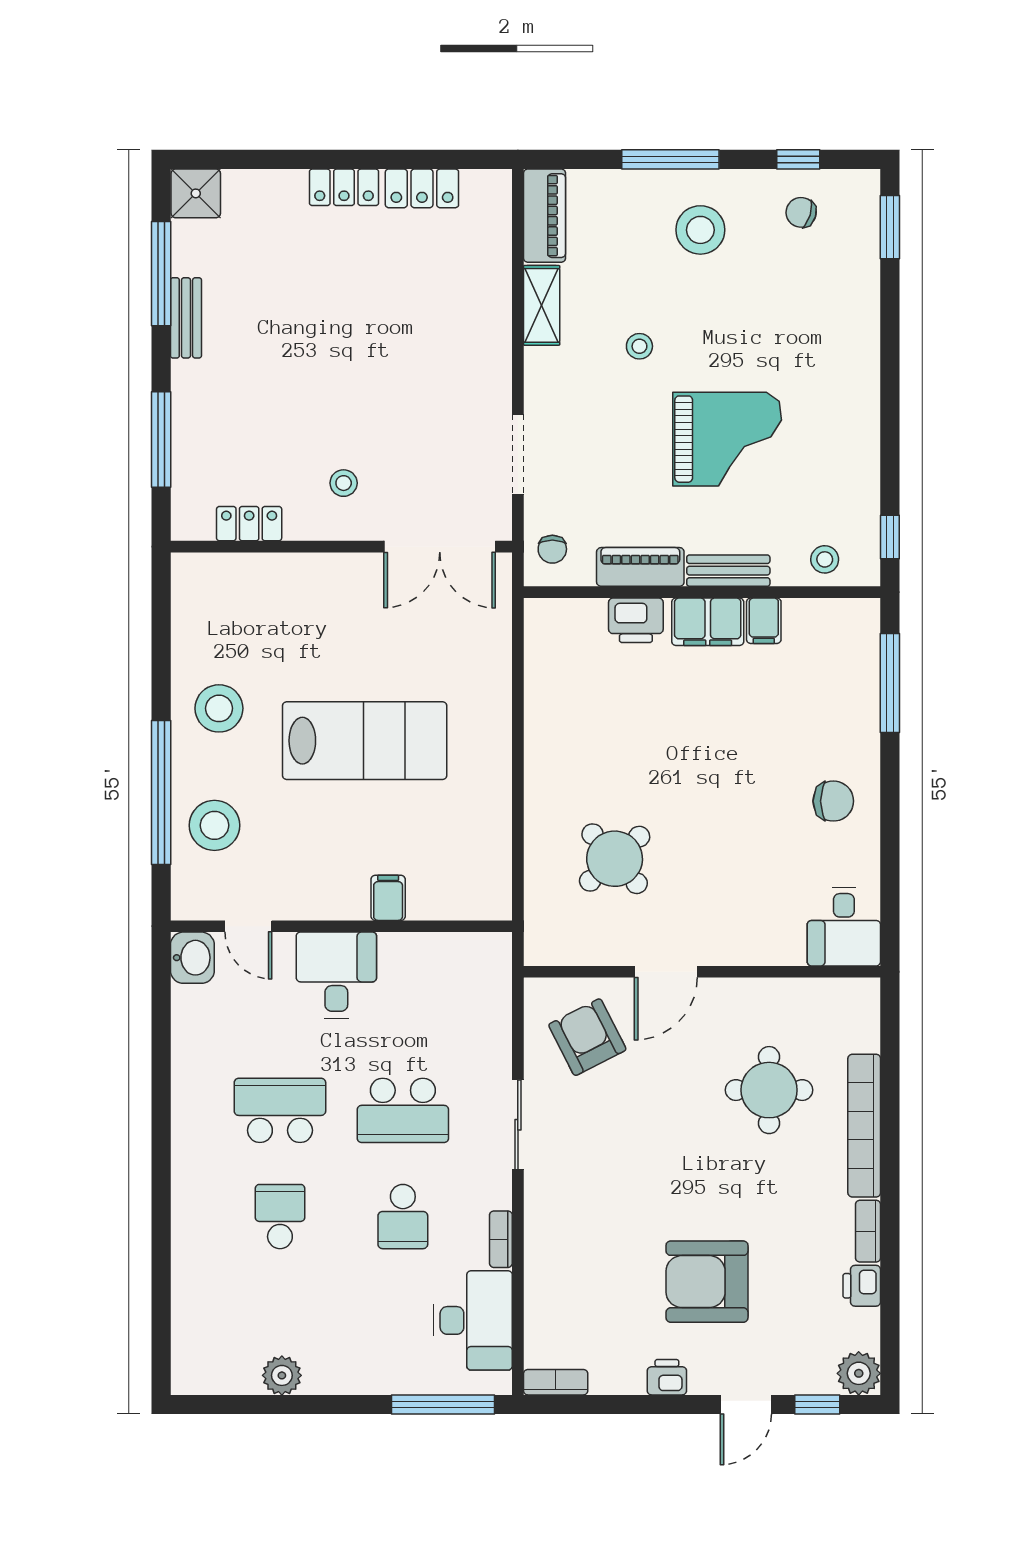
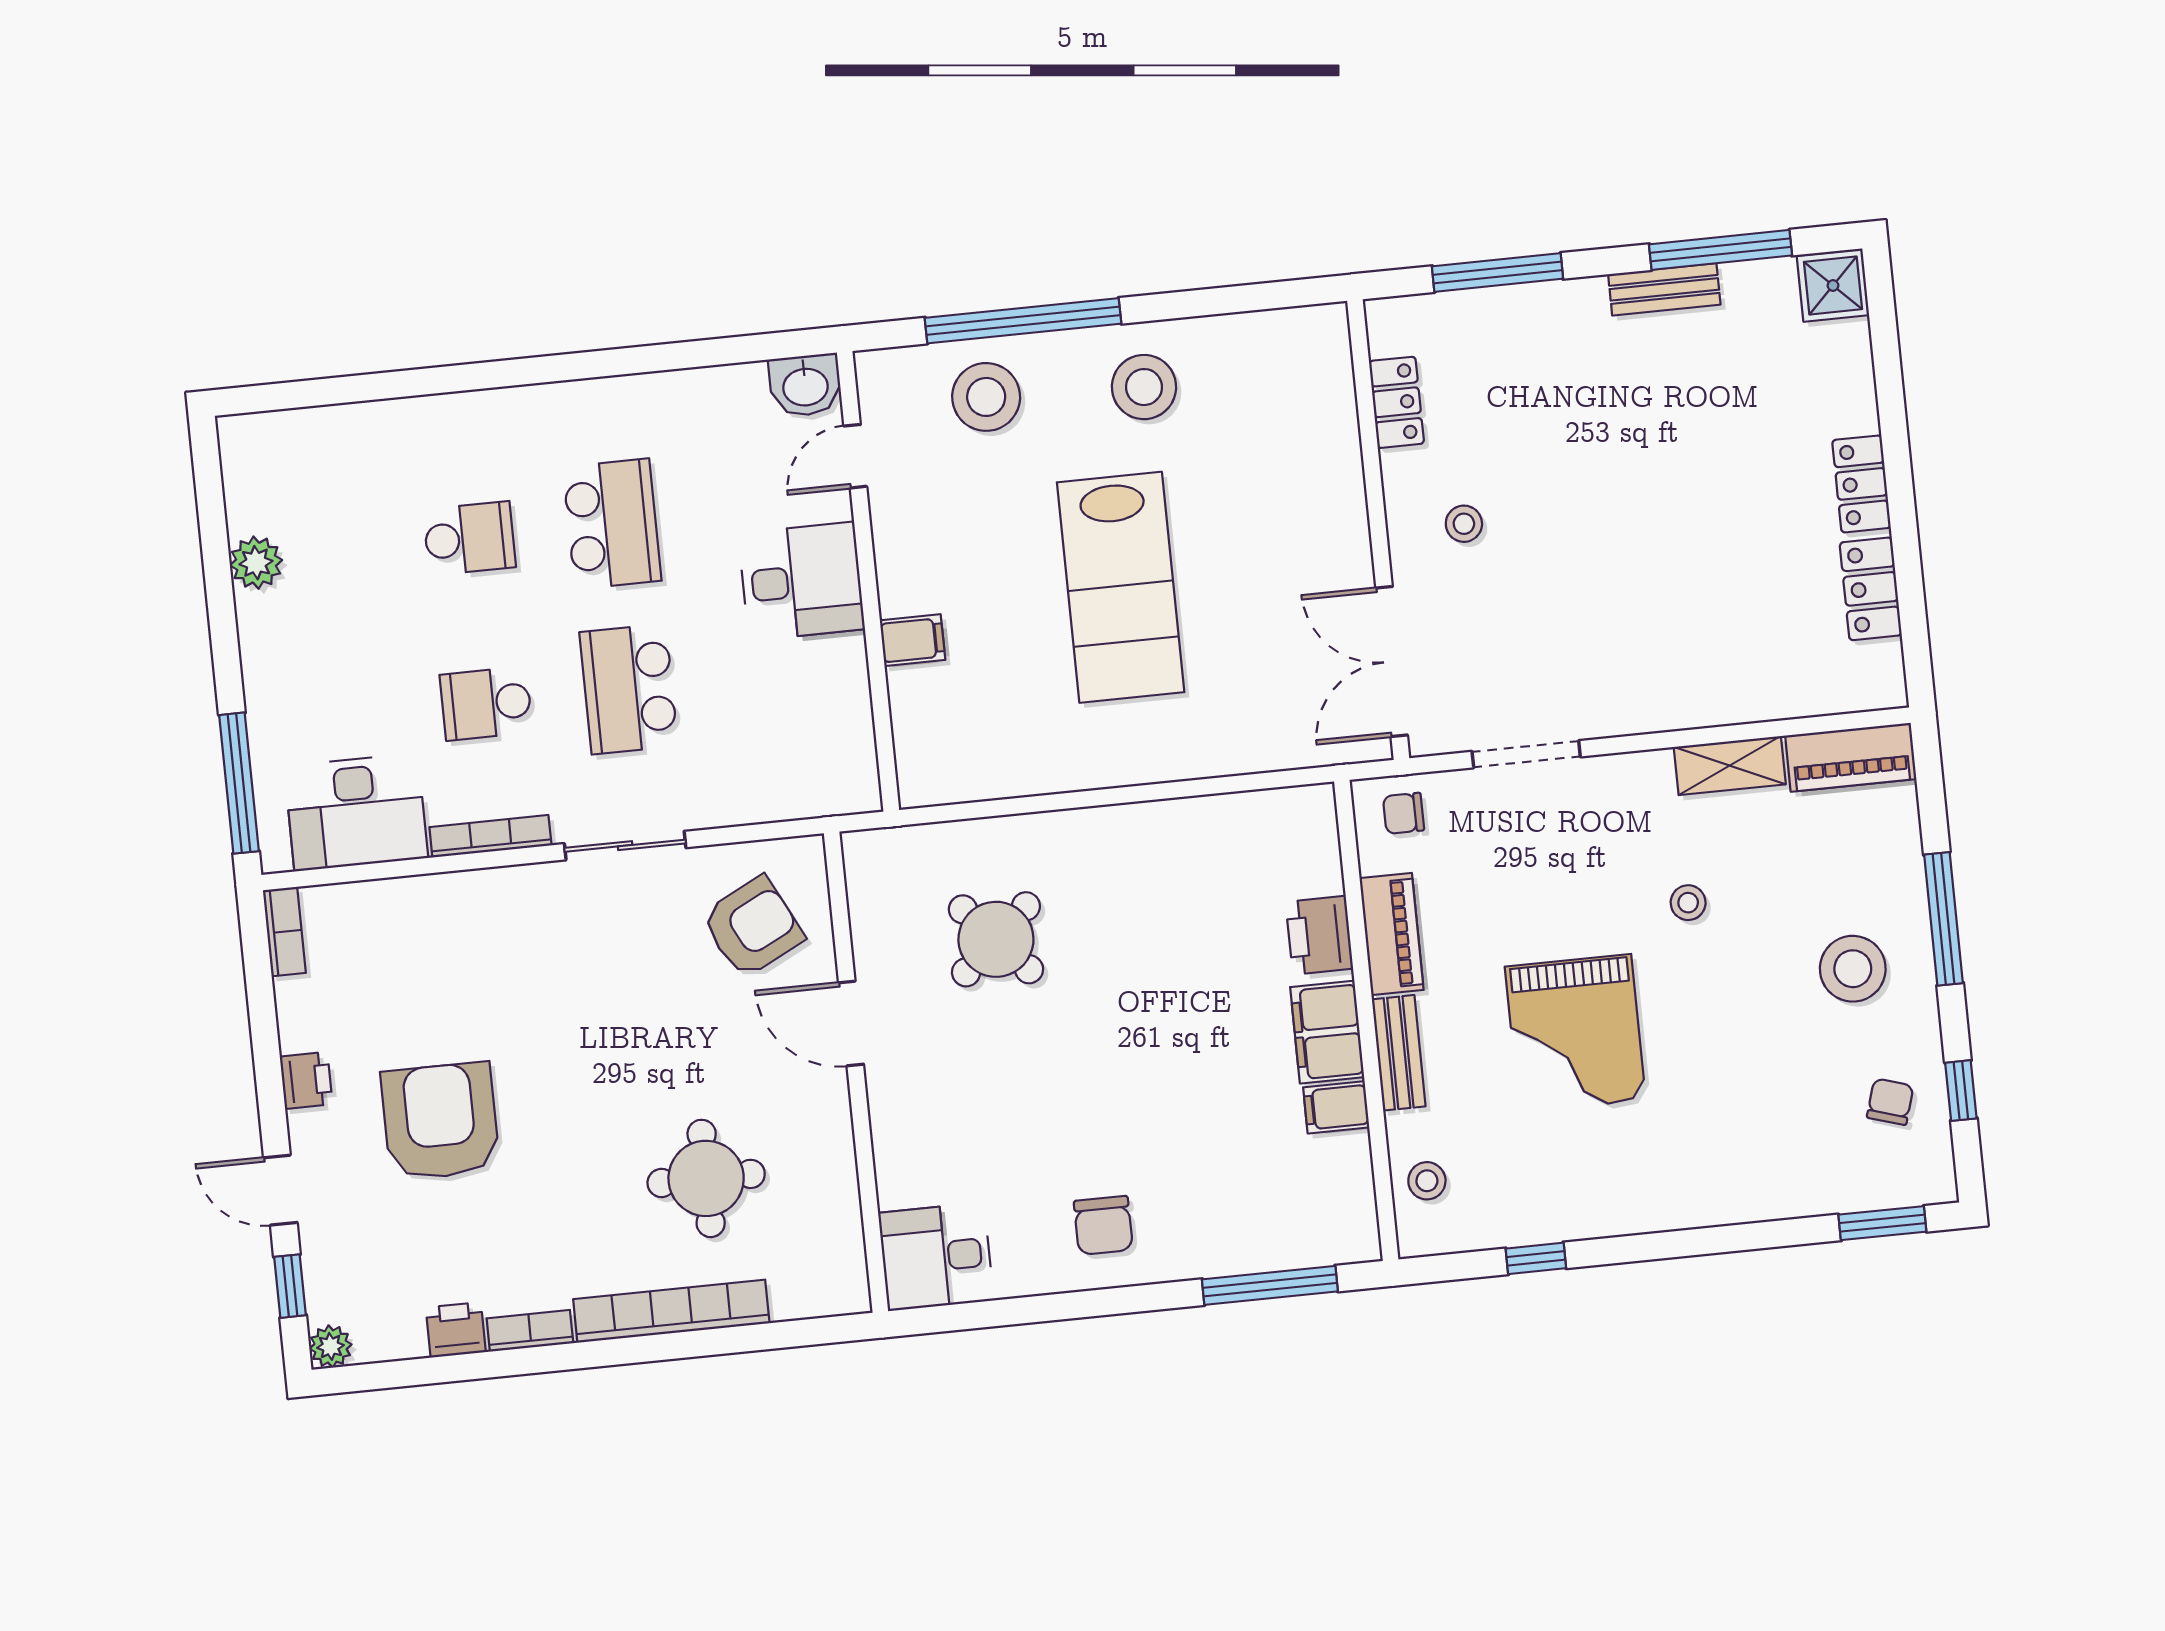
window: (890, 537) -> (1536, 1258), moved
bookcase: (501, 1239) -> (490, 836), width x1.56
plant: (859, 1373) -> (331, 1346), width x0.73, depth x0.73

